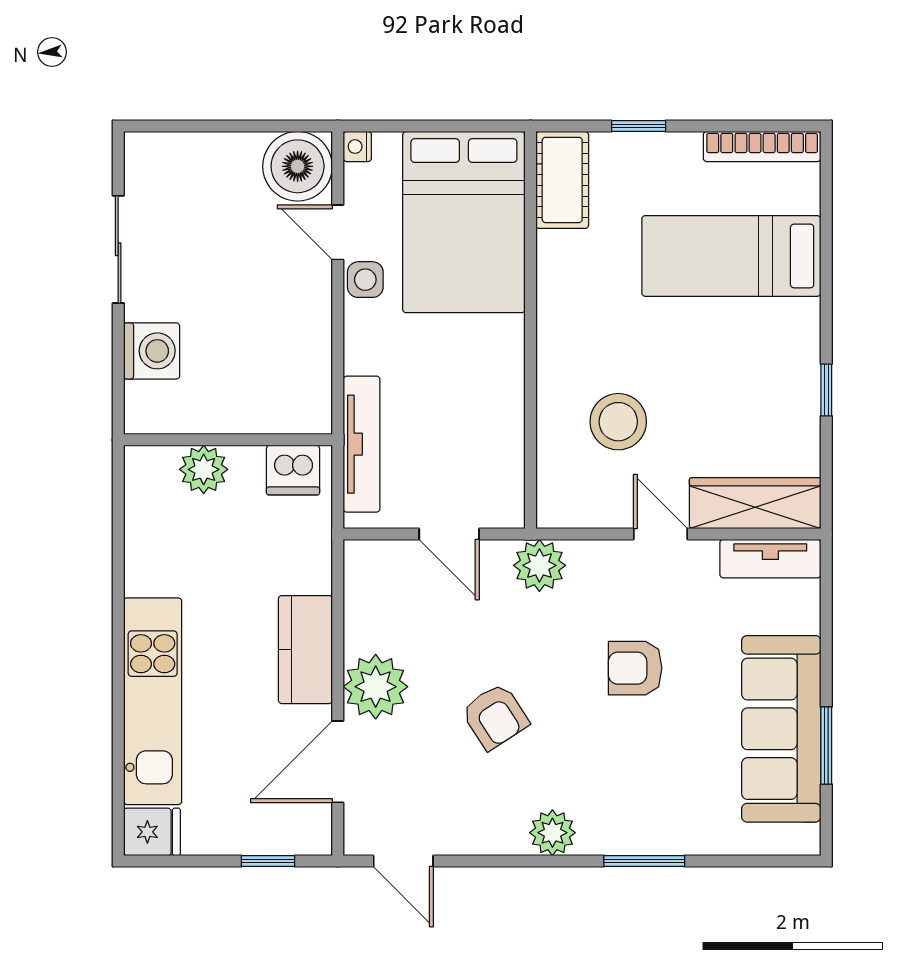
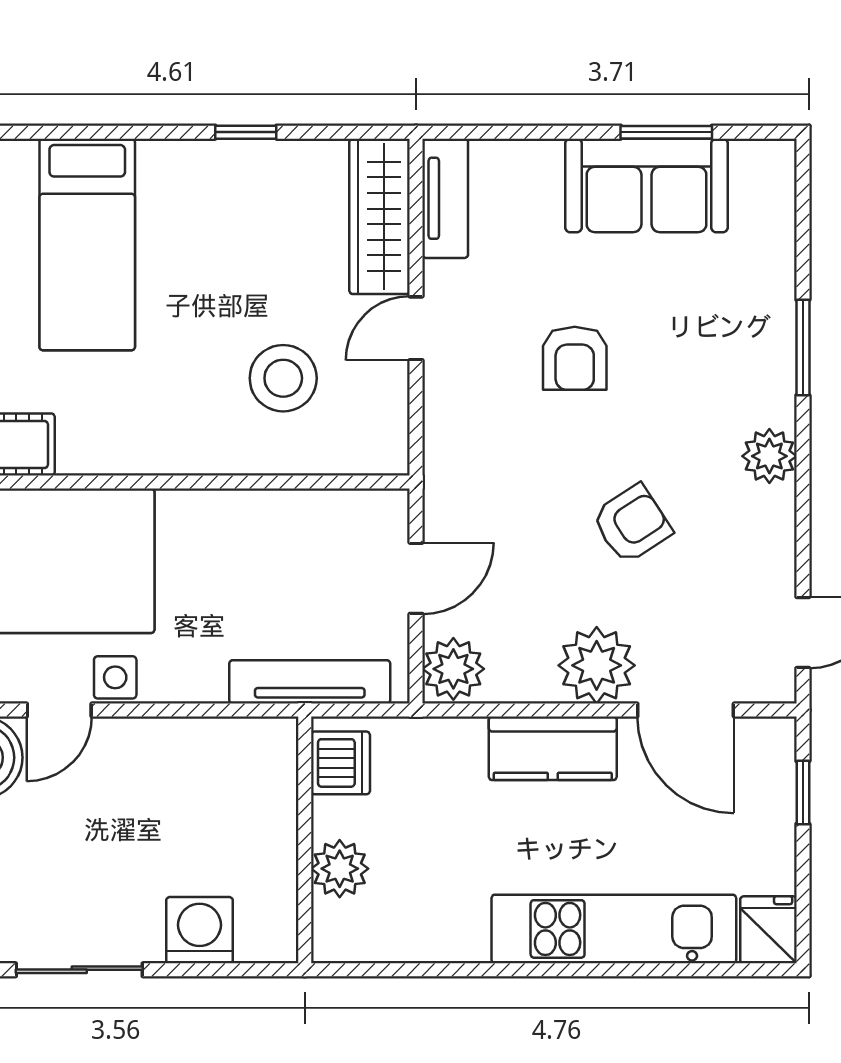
plant: (539, 565) -> (453, 669), moved
sofa: (781, 729) -> (646, 185), width x0.73

